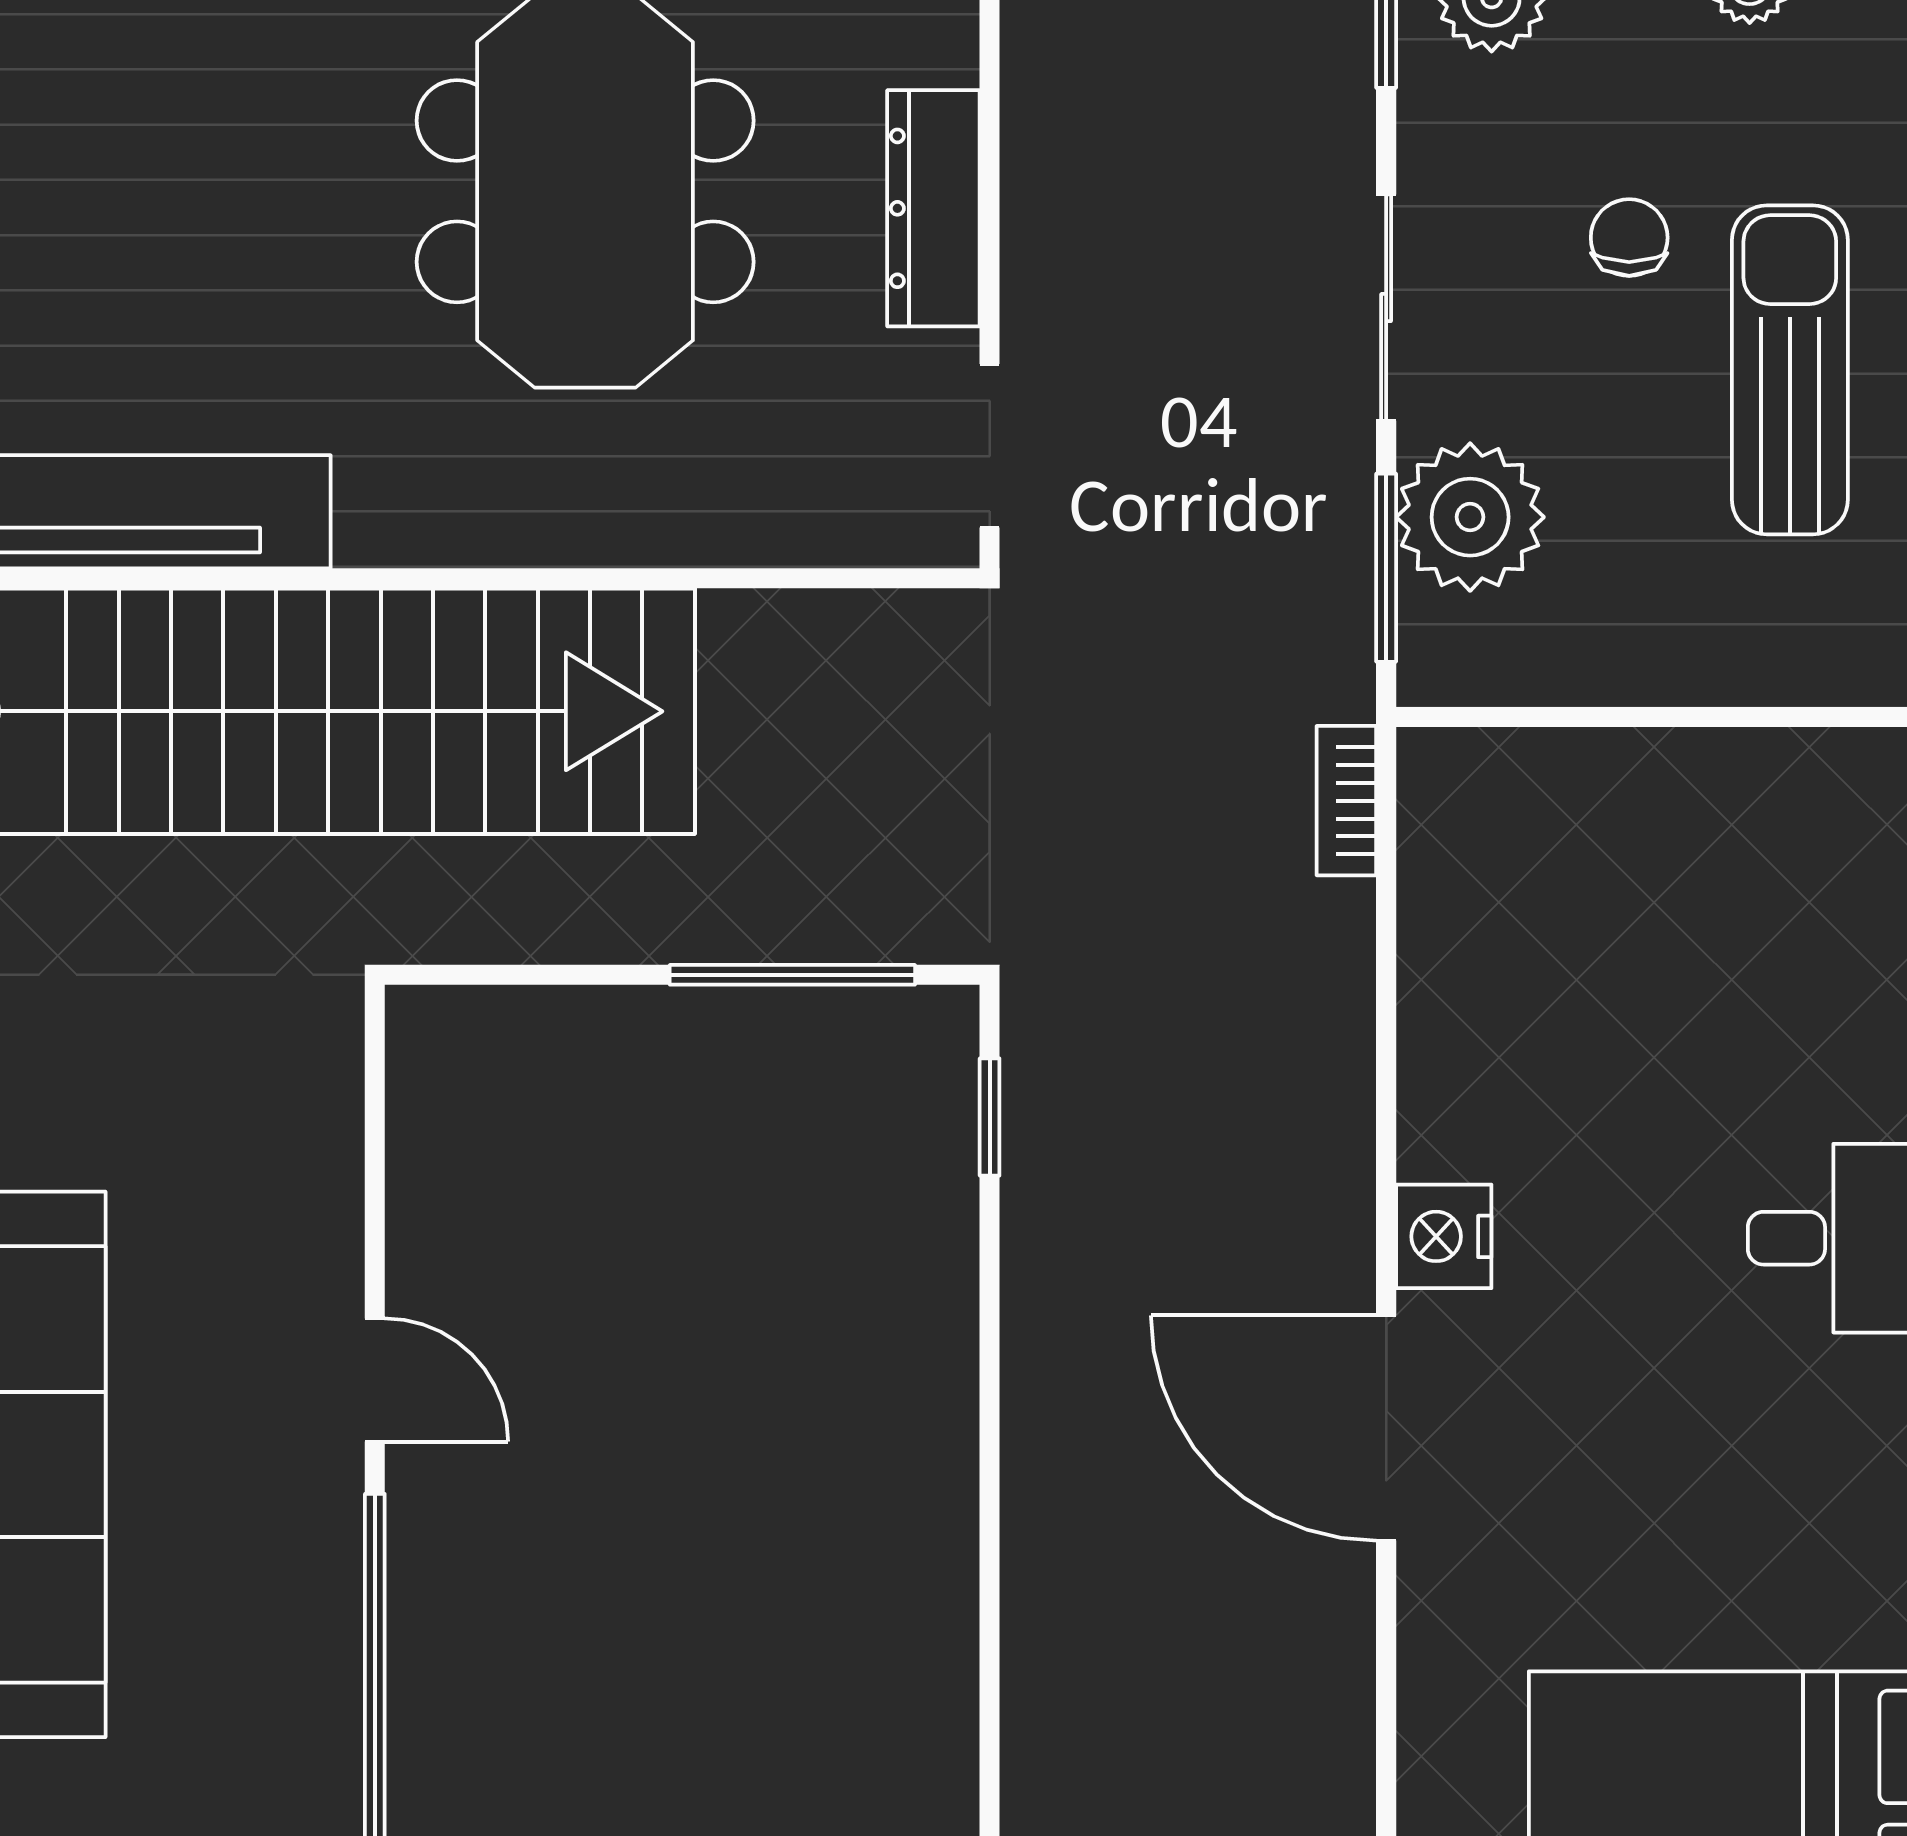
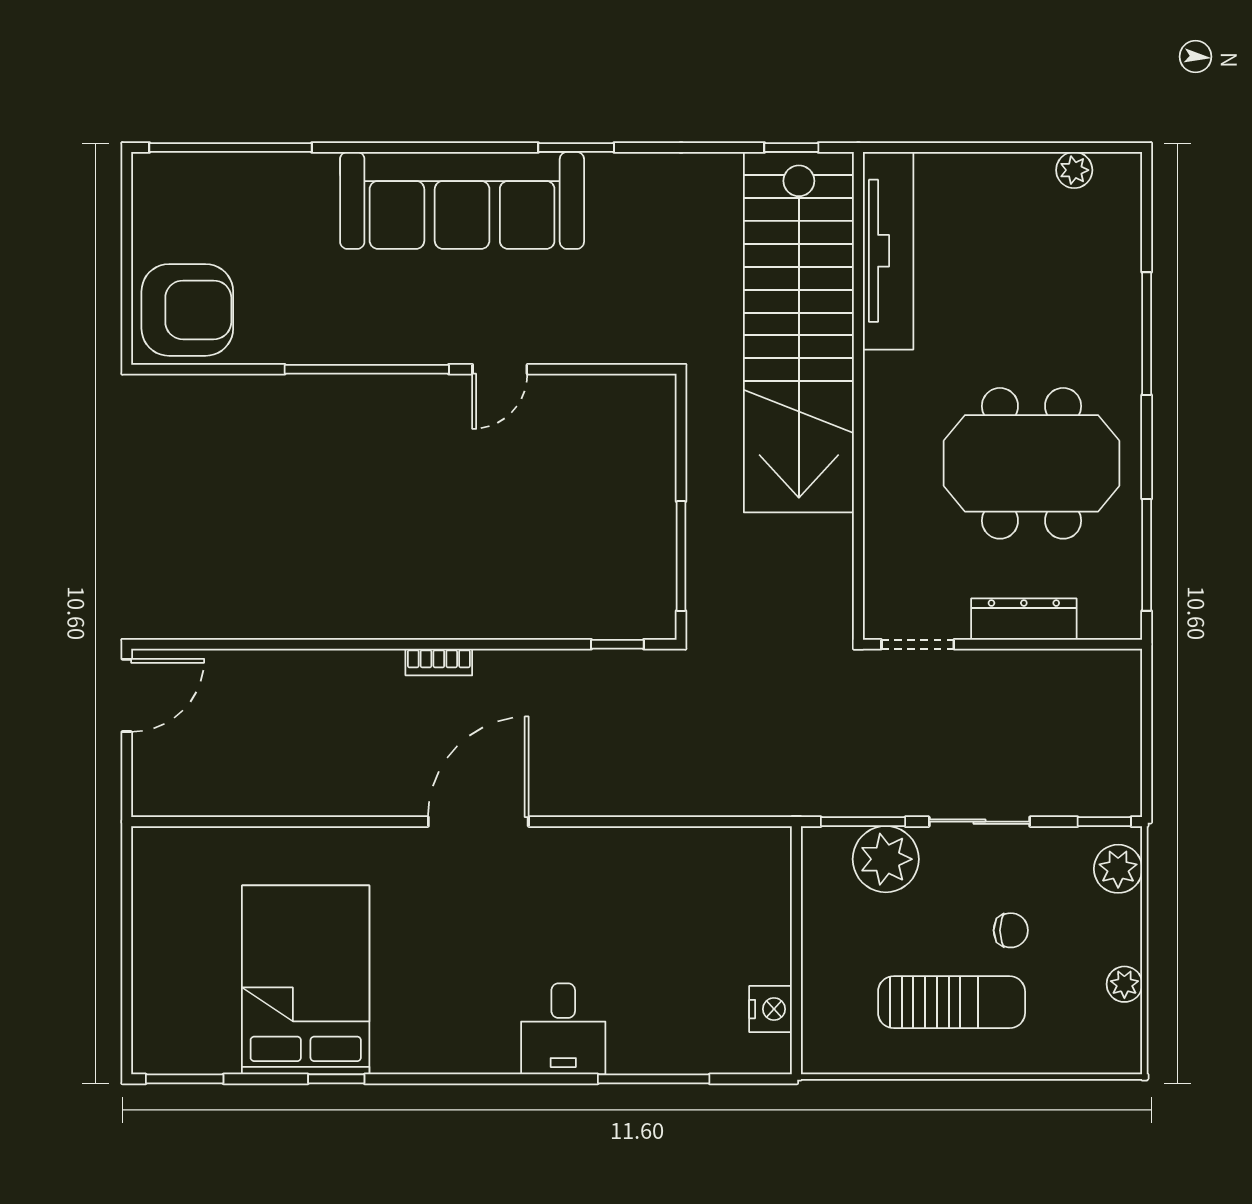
bookcase: (1346, 801) -> (439, 662), moved, turned 180
nightstand: (1444, 1236) -> (771, 1009), moved, turned 90

